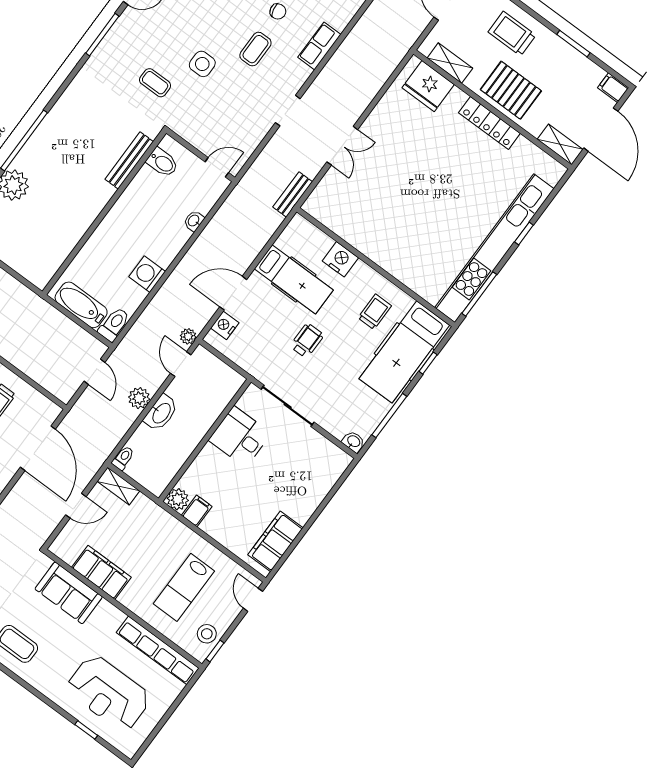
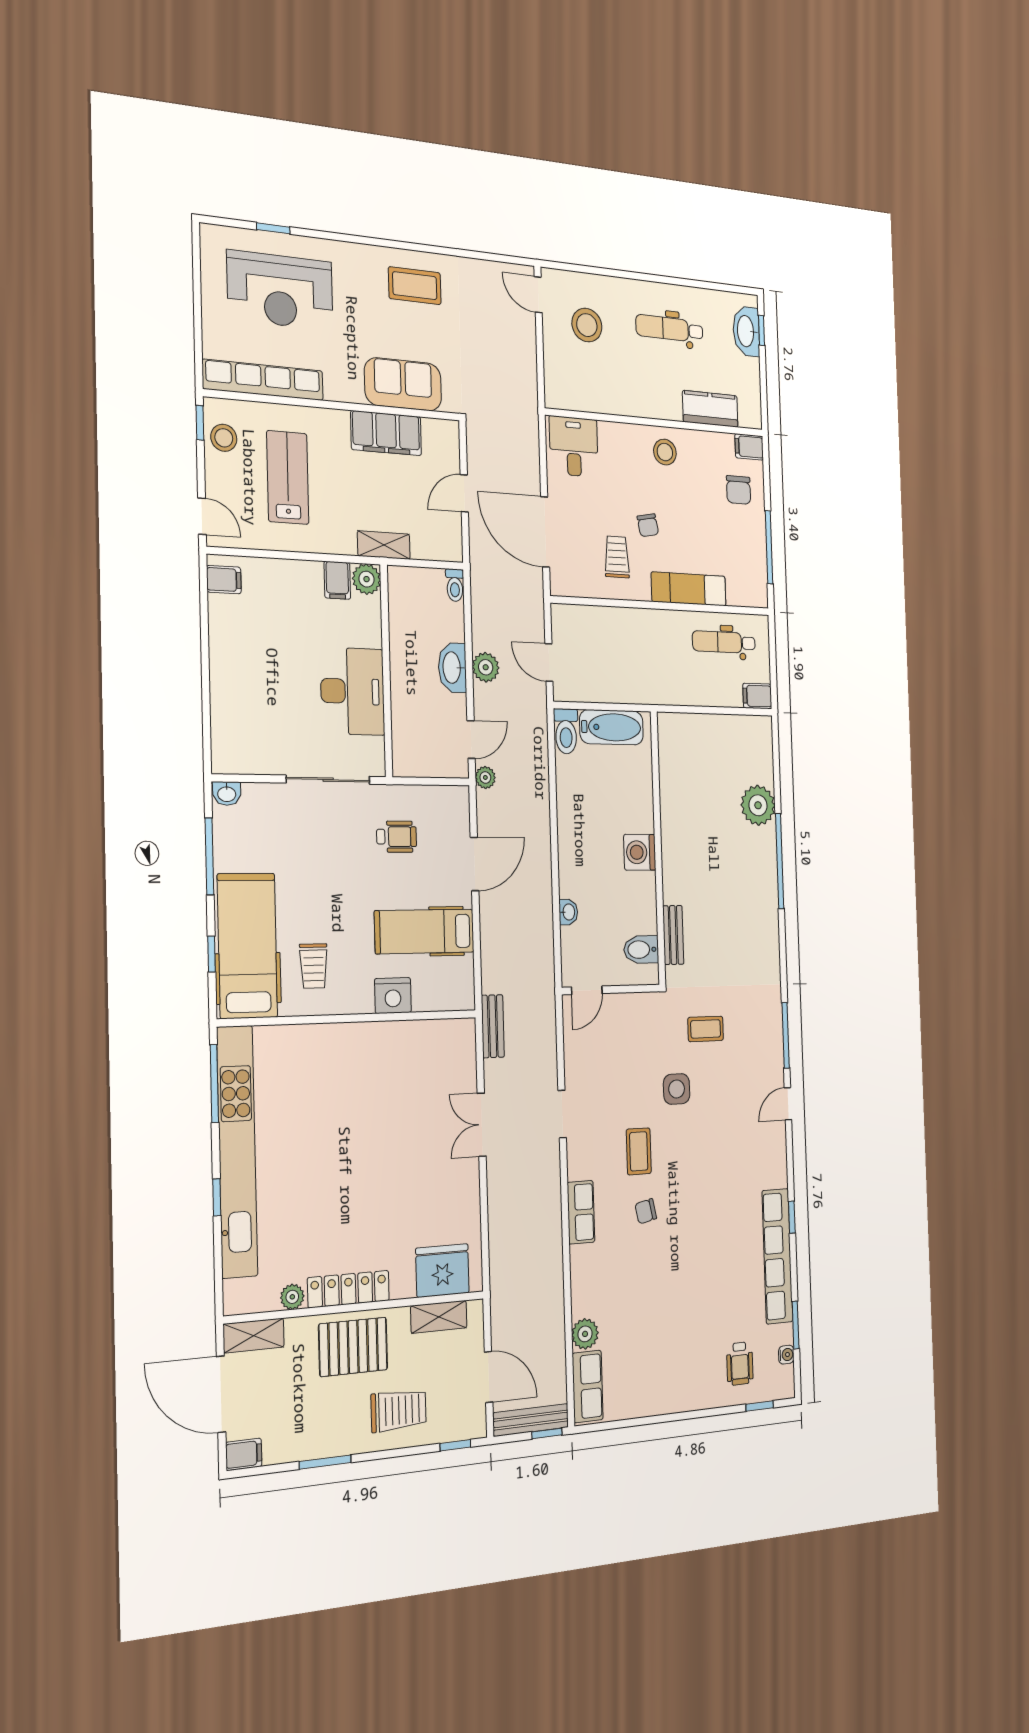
plant: (524, 146) -> (292, 1297), added
bench: (129, 160) -> (673, 935), width x0.73
washing machine: (147, 274) -> (640, 852), moved, turned 180
nightstand: (225, 325) -> (458, 820), removed
wheelchair: (307, 341) -> (397, 837), moved, turned -90
door: (181, 364) -> (471, 740), hinge flipped
desk: (240, 437) -> (353, 691), width x1.37
shelving: (118, 486) -> (384, 545), moved
filing cabinet: (275, 541) -> (224, 580), width x0.33, depth x0.86
reception desk: (109, 693) -> (280, 290), turned 180

